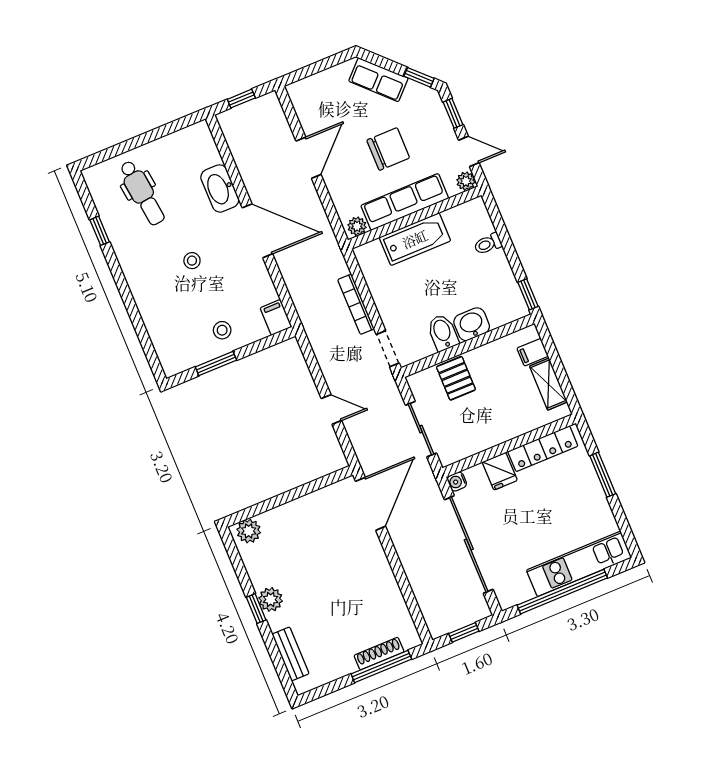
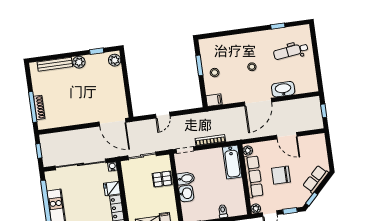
chair: (388, 149) -> (281, 175), turned 90
bathtub: (415, 239) -> (232, 162), moved
window: (256, 609) -> (97, 51), moved
bench: (291, 654) -> (55, 64), width x1.36

